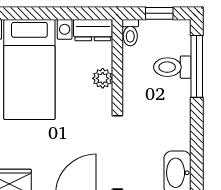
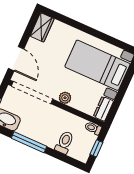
window: (197, 66) -> (29, 142), moved
plant: (103, 78) -> (65, 98), moved

